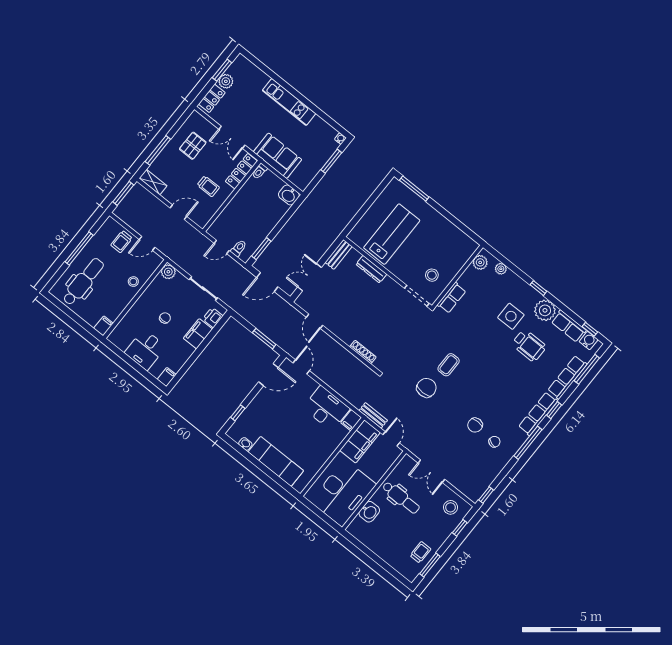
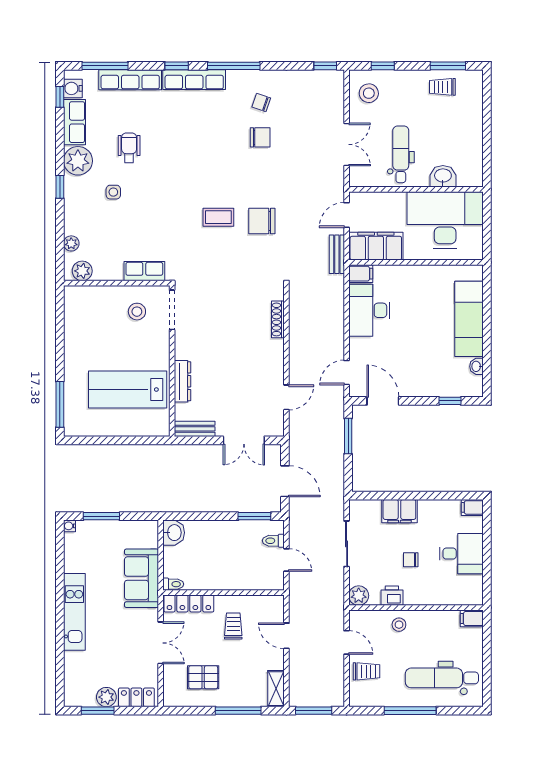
side table: (511, 316) -> (113, 192), width x0.54, depth x0.54
printer: (213, 317) -> (392, 596), moved, turned 180
wheelchair: (529, 345) -> (129, 148), width x0.73, depth x0.73

